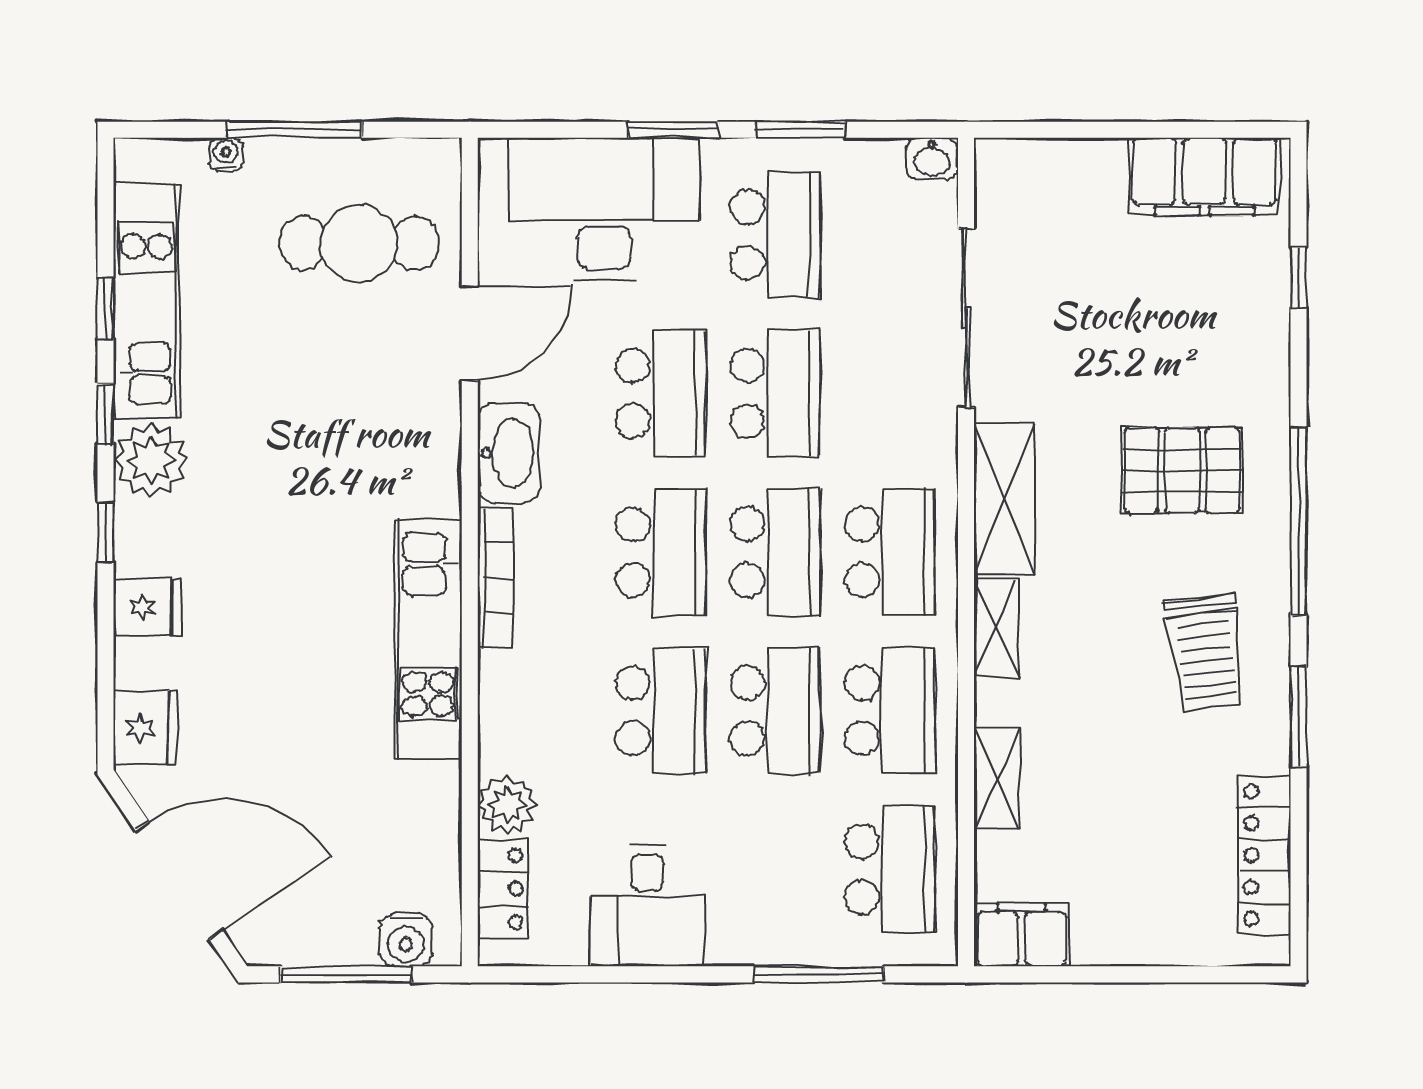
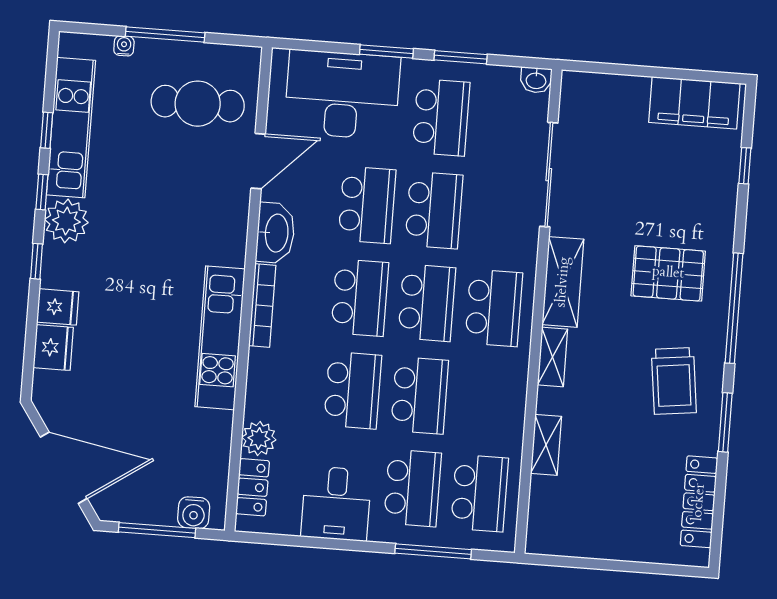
school desk: (890, 711) -> (413, 488), moved
fridge: (145, 727) -> (53, 348), moved
filing cabinet: (1021, 935) -> (554, 537), removed

